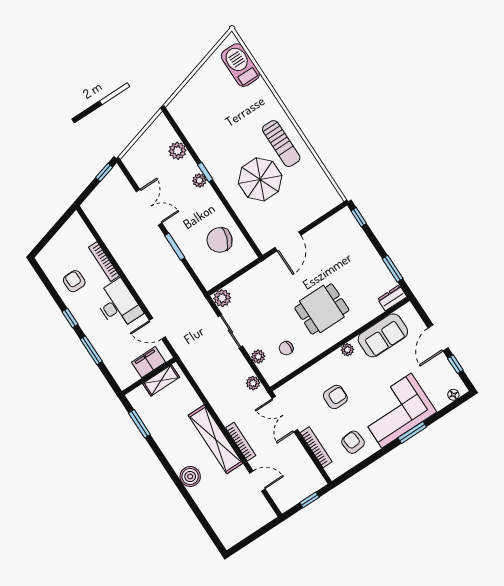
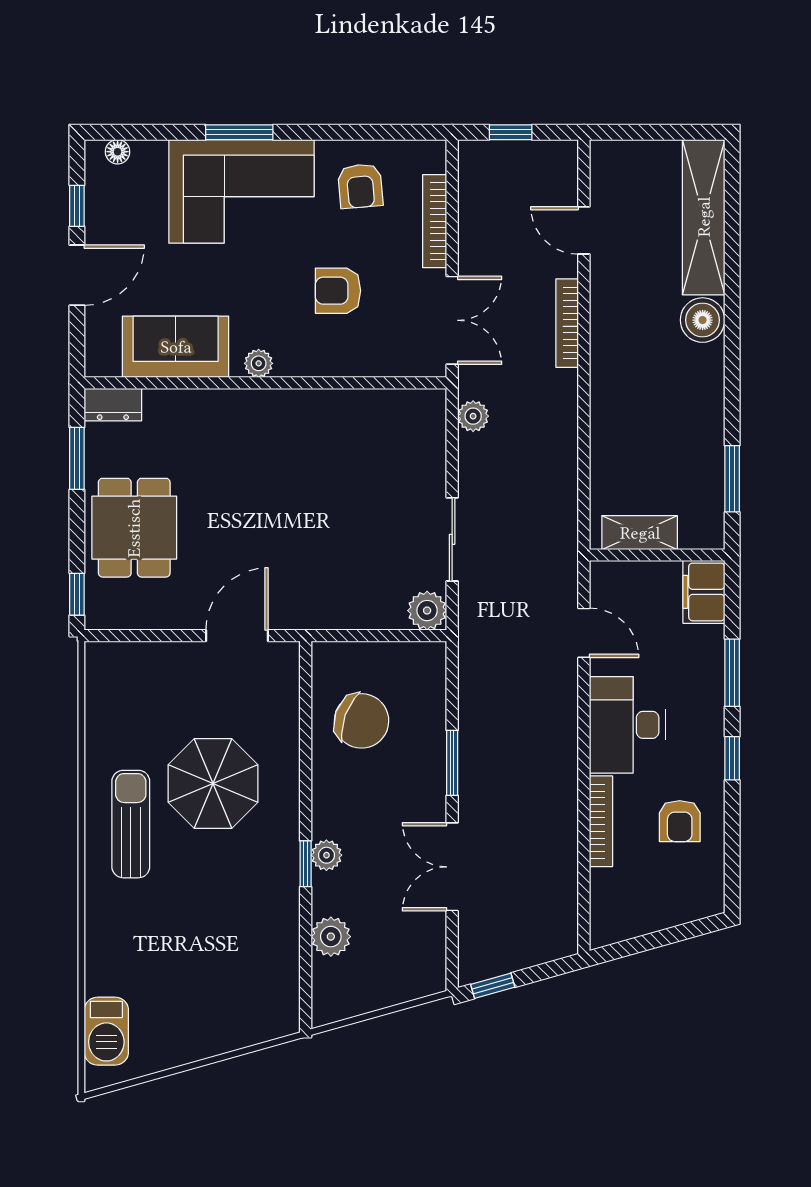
barbecue: (240, 65) -> (106, 1031), width x0.73, depth x0.83
dining table: (322, 309) -> (134, 528), moved, turned 90
chair: (286, 348) -> (370, 440), removed
plant: (258, 357) -> (431, 459), removed
filing cabinet: (148, 362) -> (704, 592), moved, turned 90
shelving: (216, 439) -> (704, 217), moved

